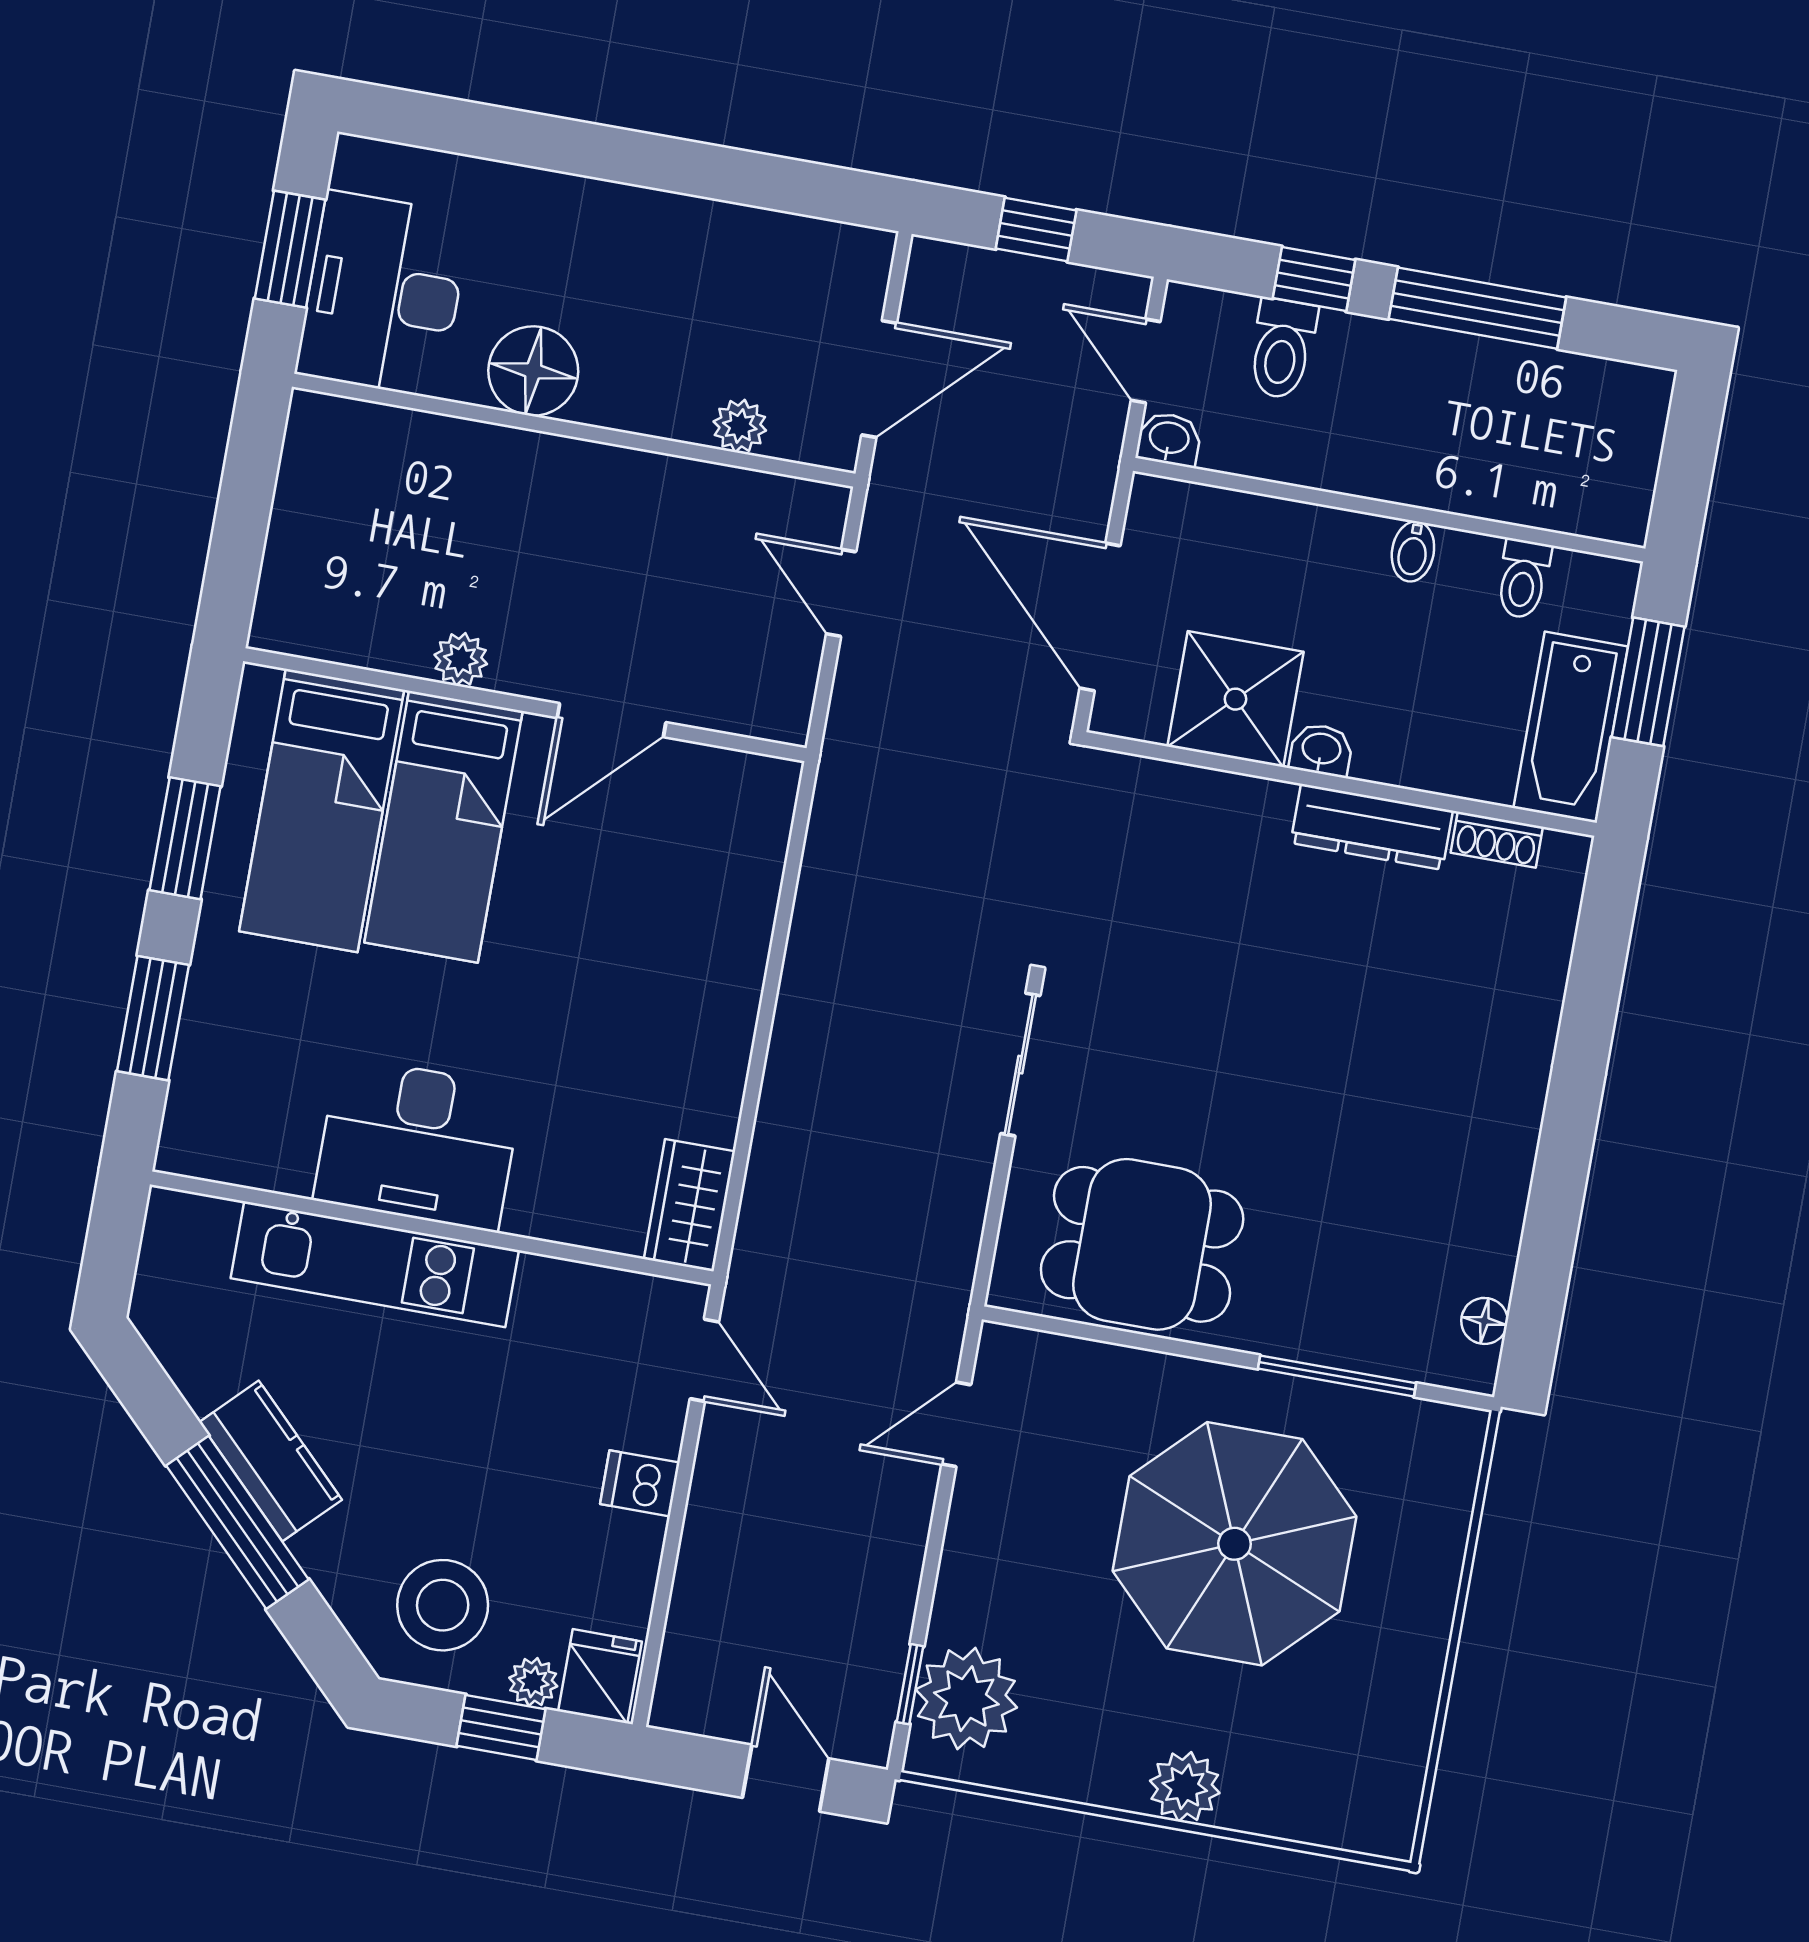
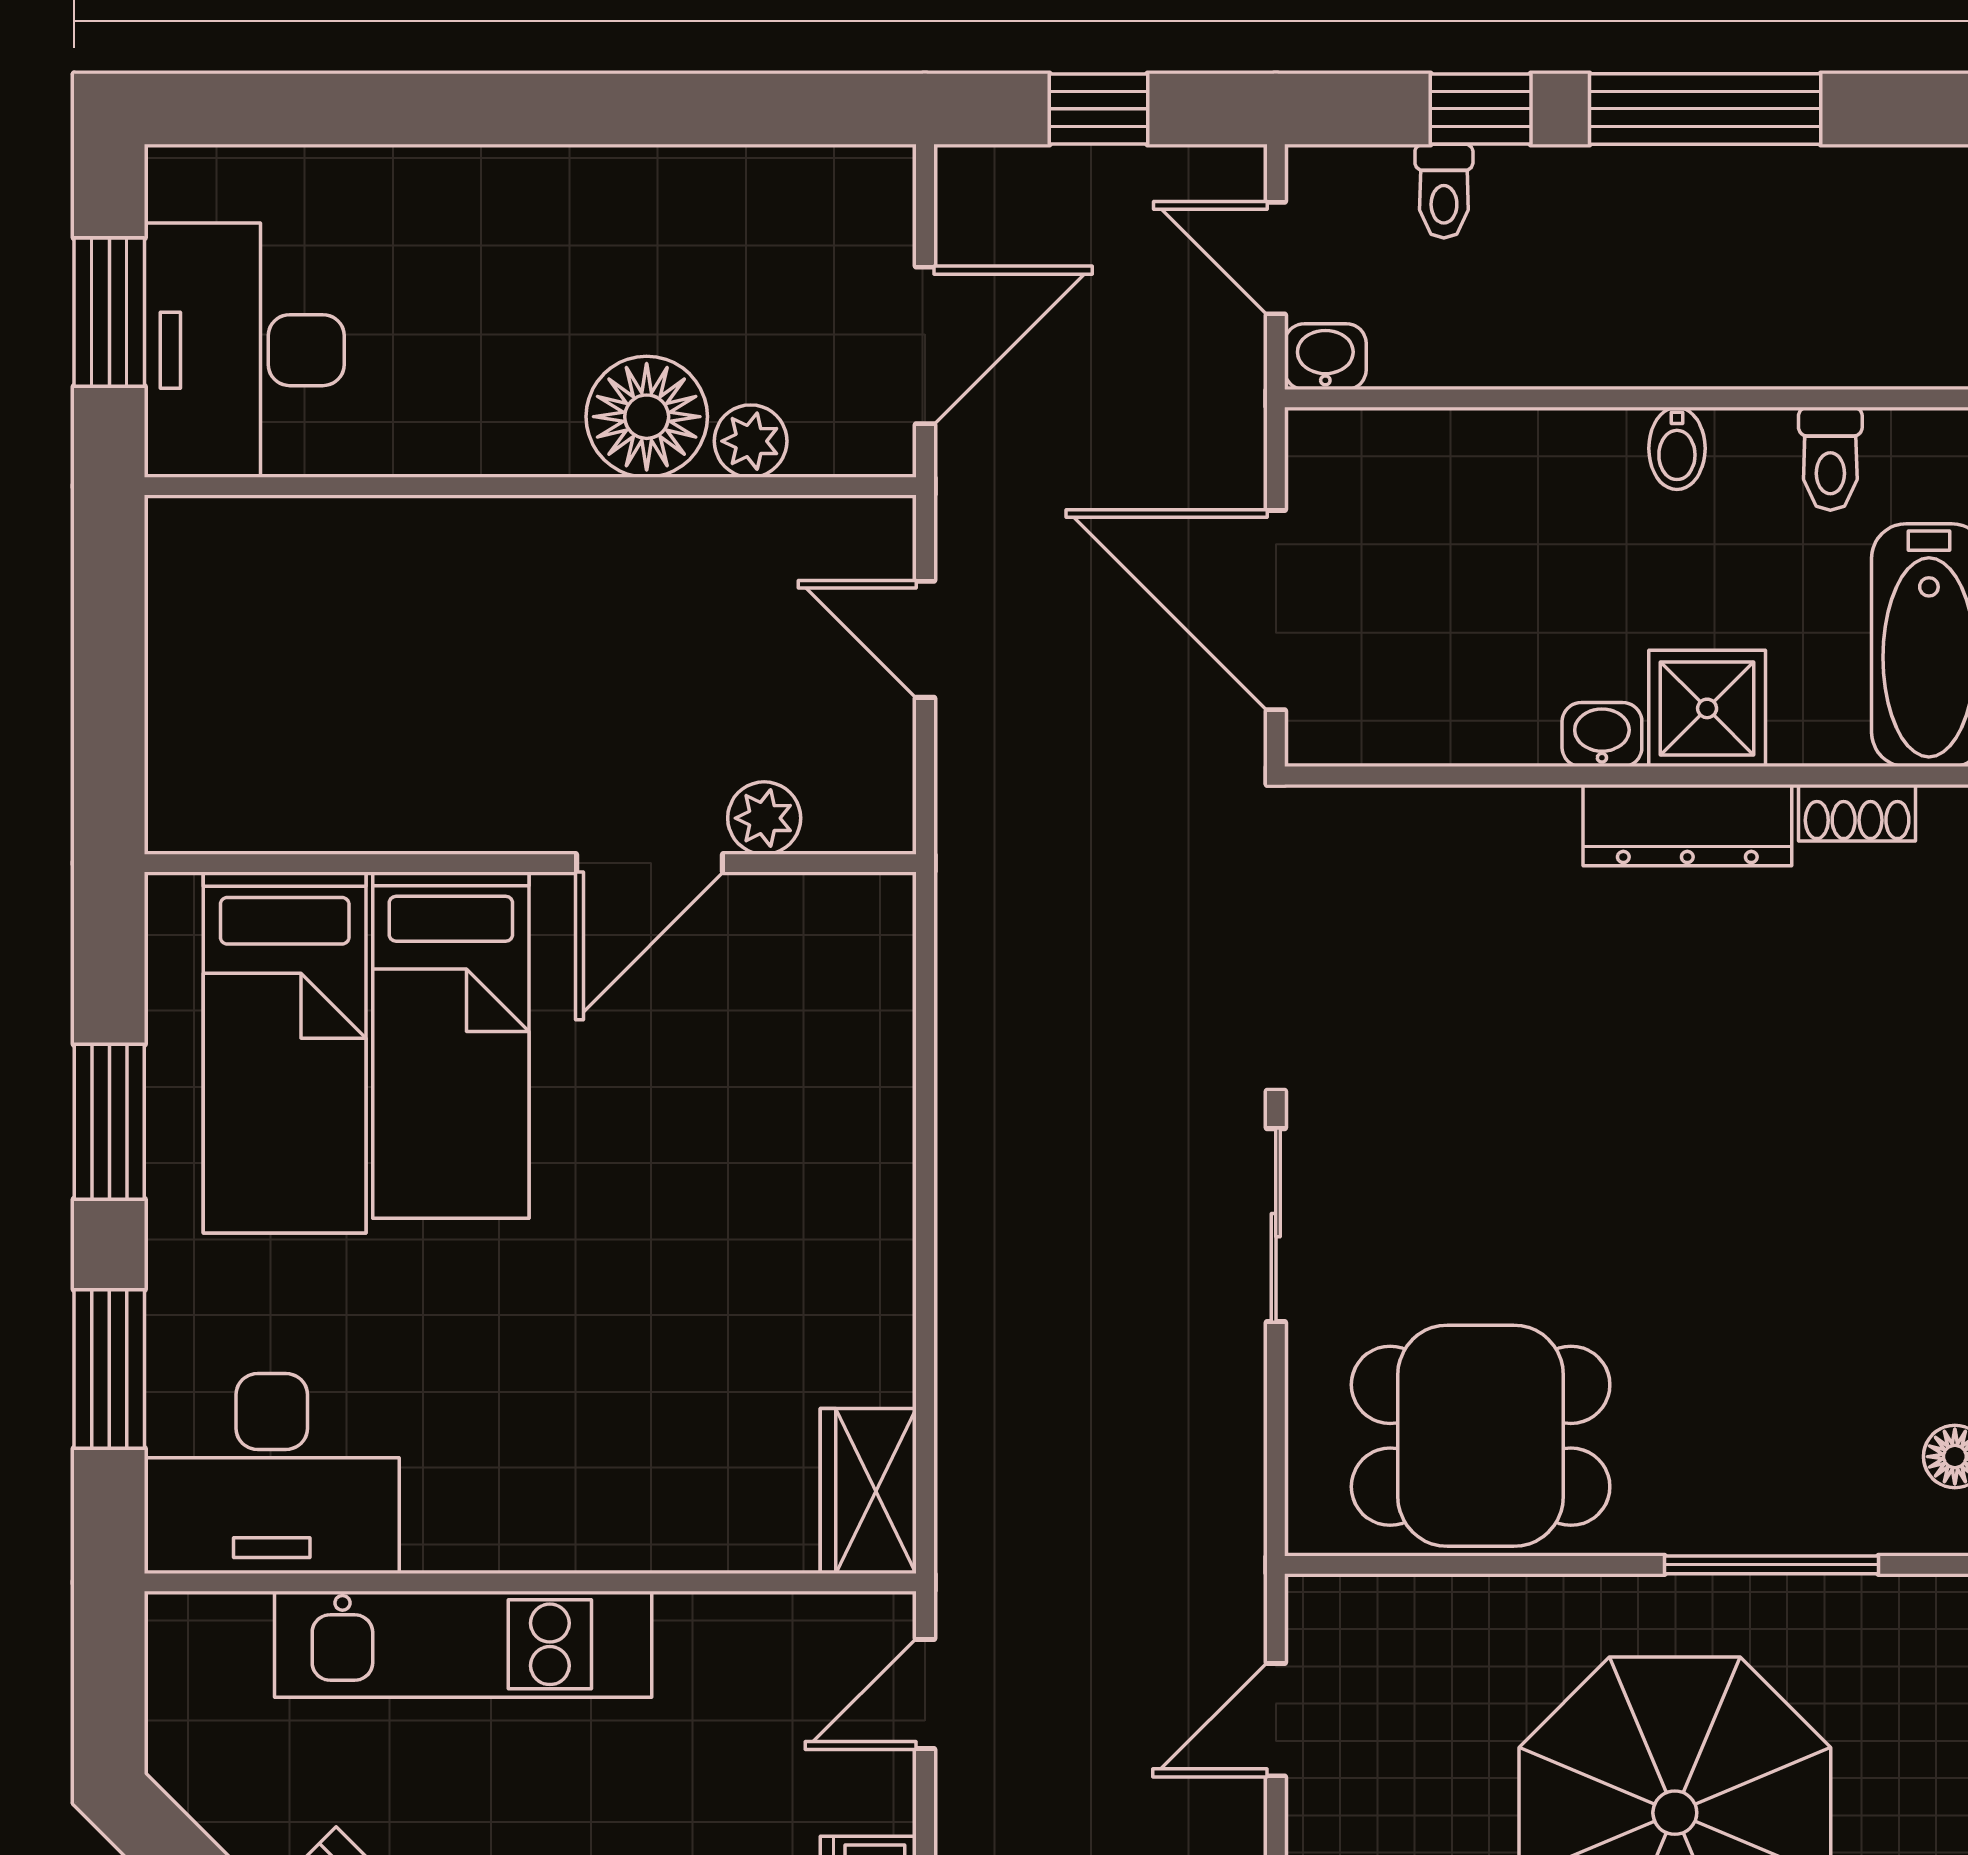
toilet: (1282, 349) -> (1444, 191), width x0.73, depth x0.72
floor lamp: (533, 371) -> (647, 417), moved
plant: (461, 659) -> (764, 818), moved
shower: (1235, 699) -> (1707, 708), moved, width x0.73, depth x0.73
desk: (418, 1144) -> (272, 1474), moved
door: (704, 1360) -> (925, 1694), swing flipped

